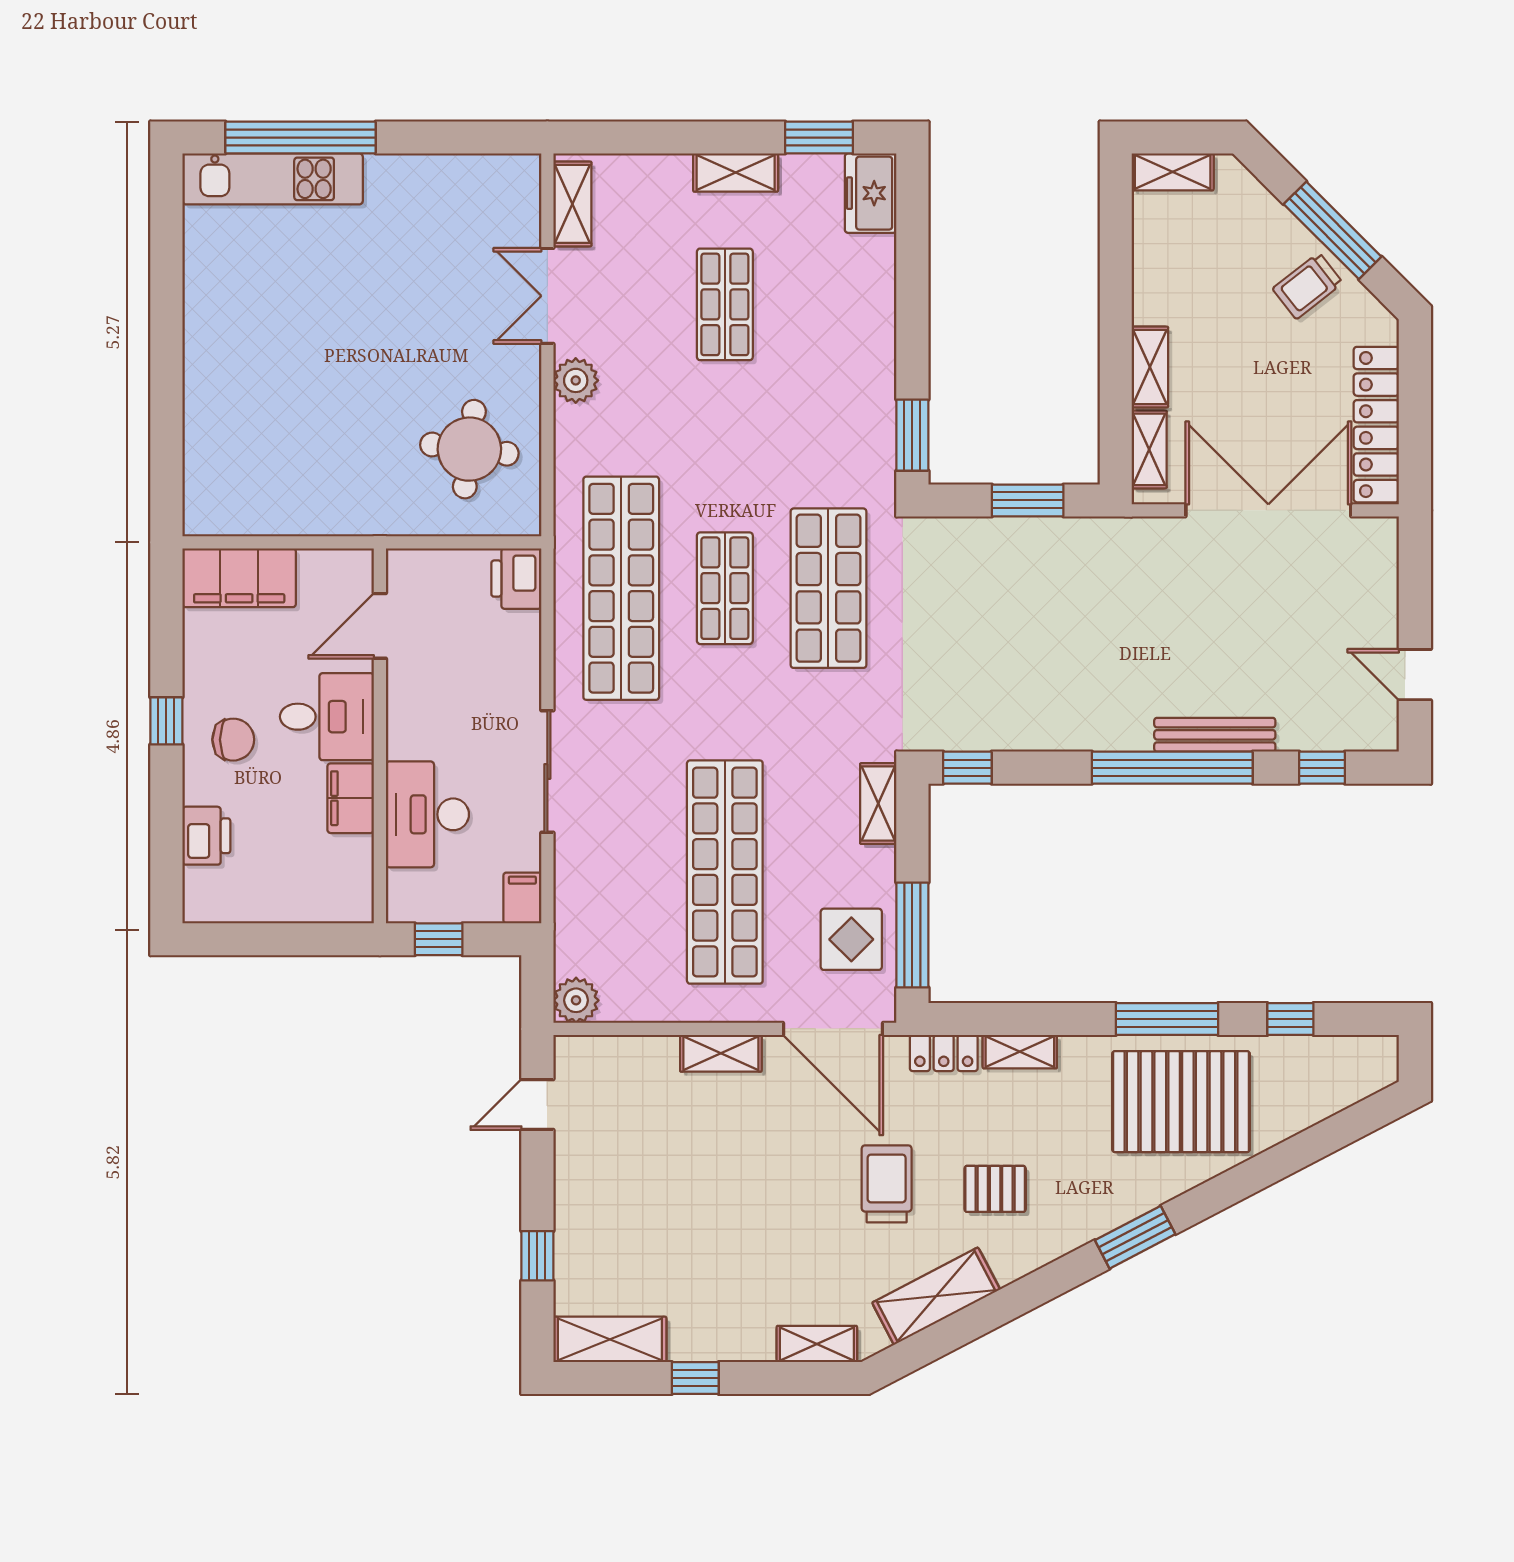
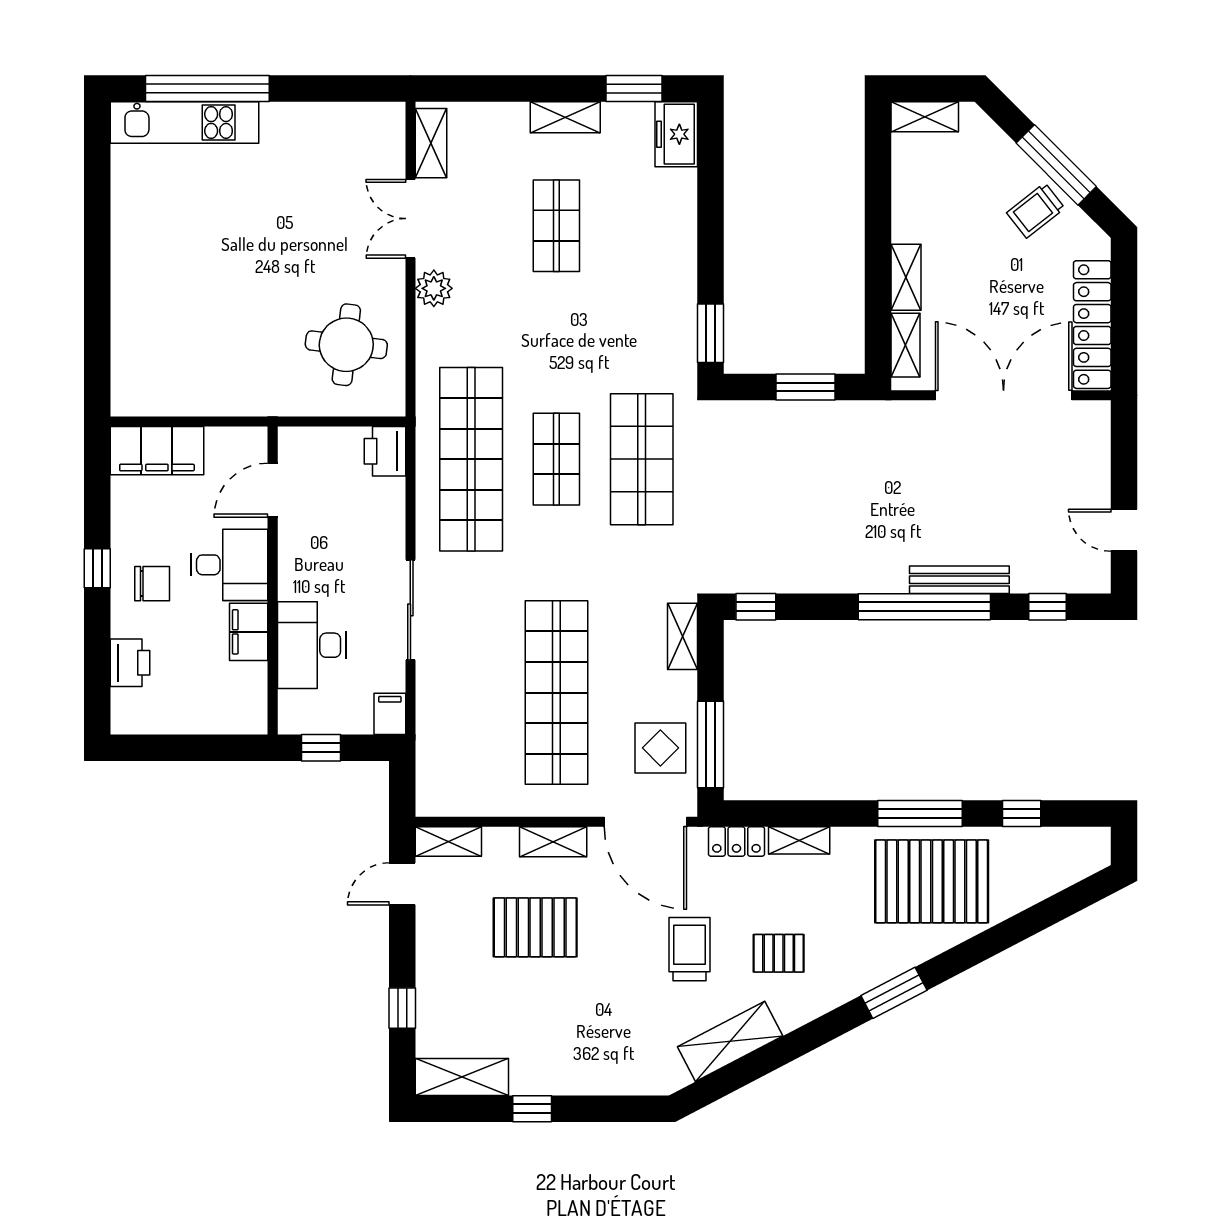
plant: (576, 1000) -> (434, 798), removed
pallet: (699, 1157) -> (535, 927), added
shelving: (817, 1344) -> (448, 841), moved

